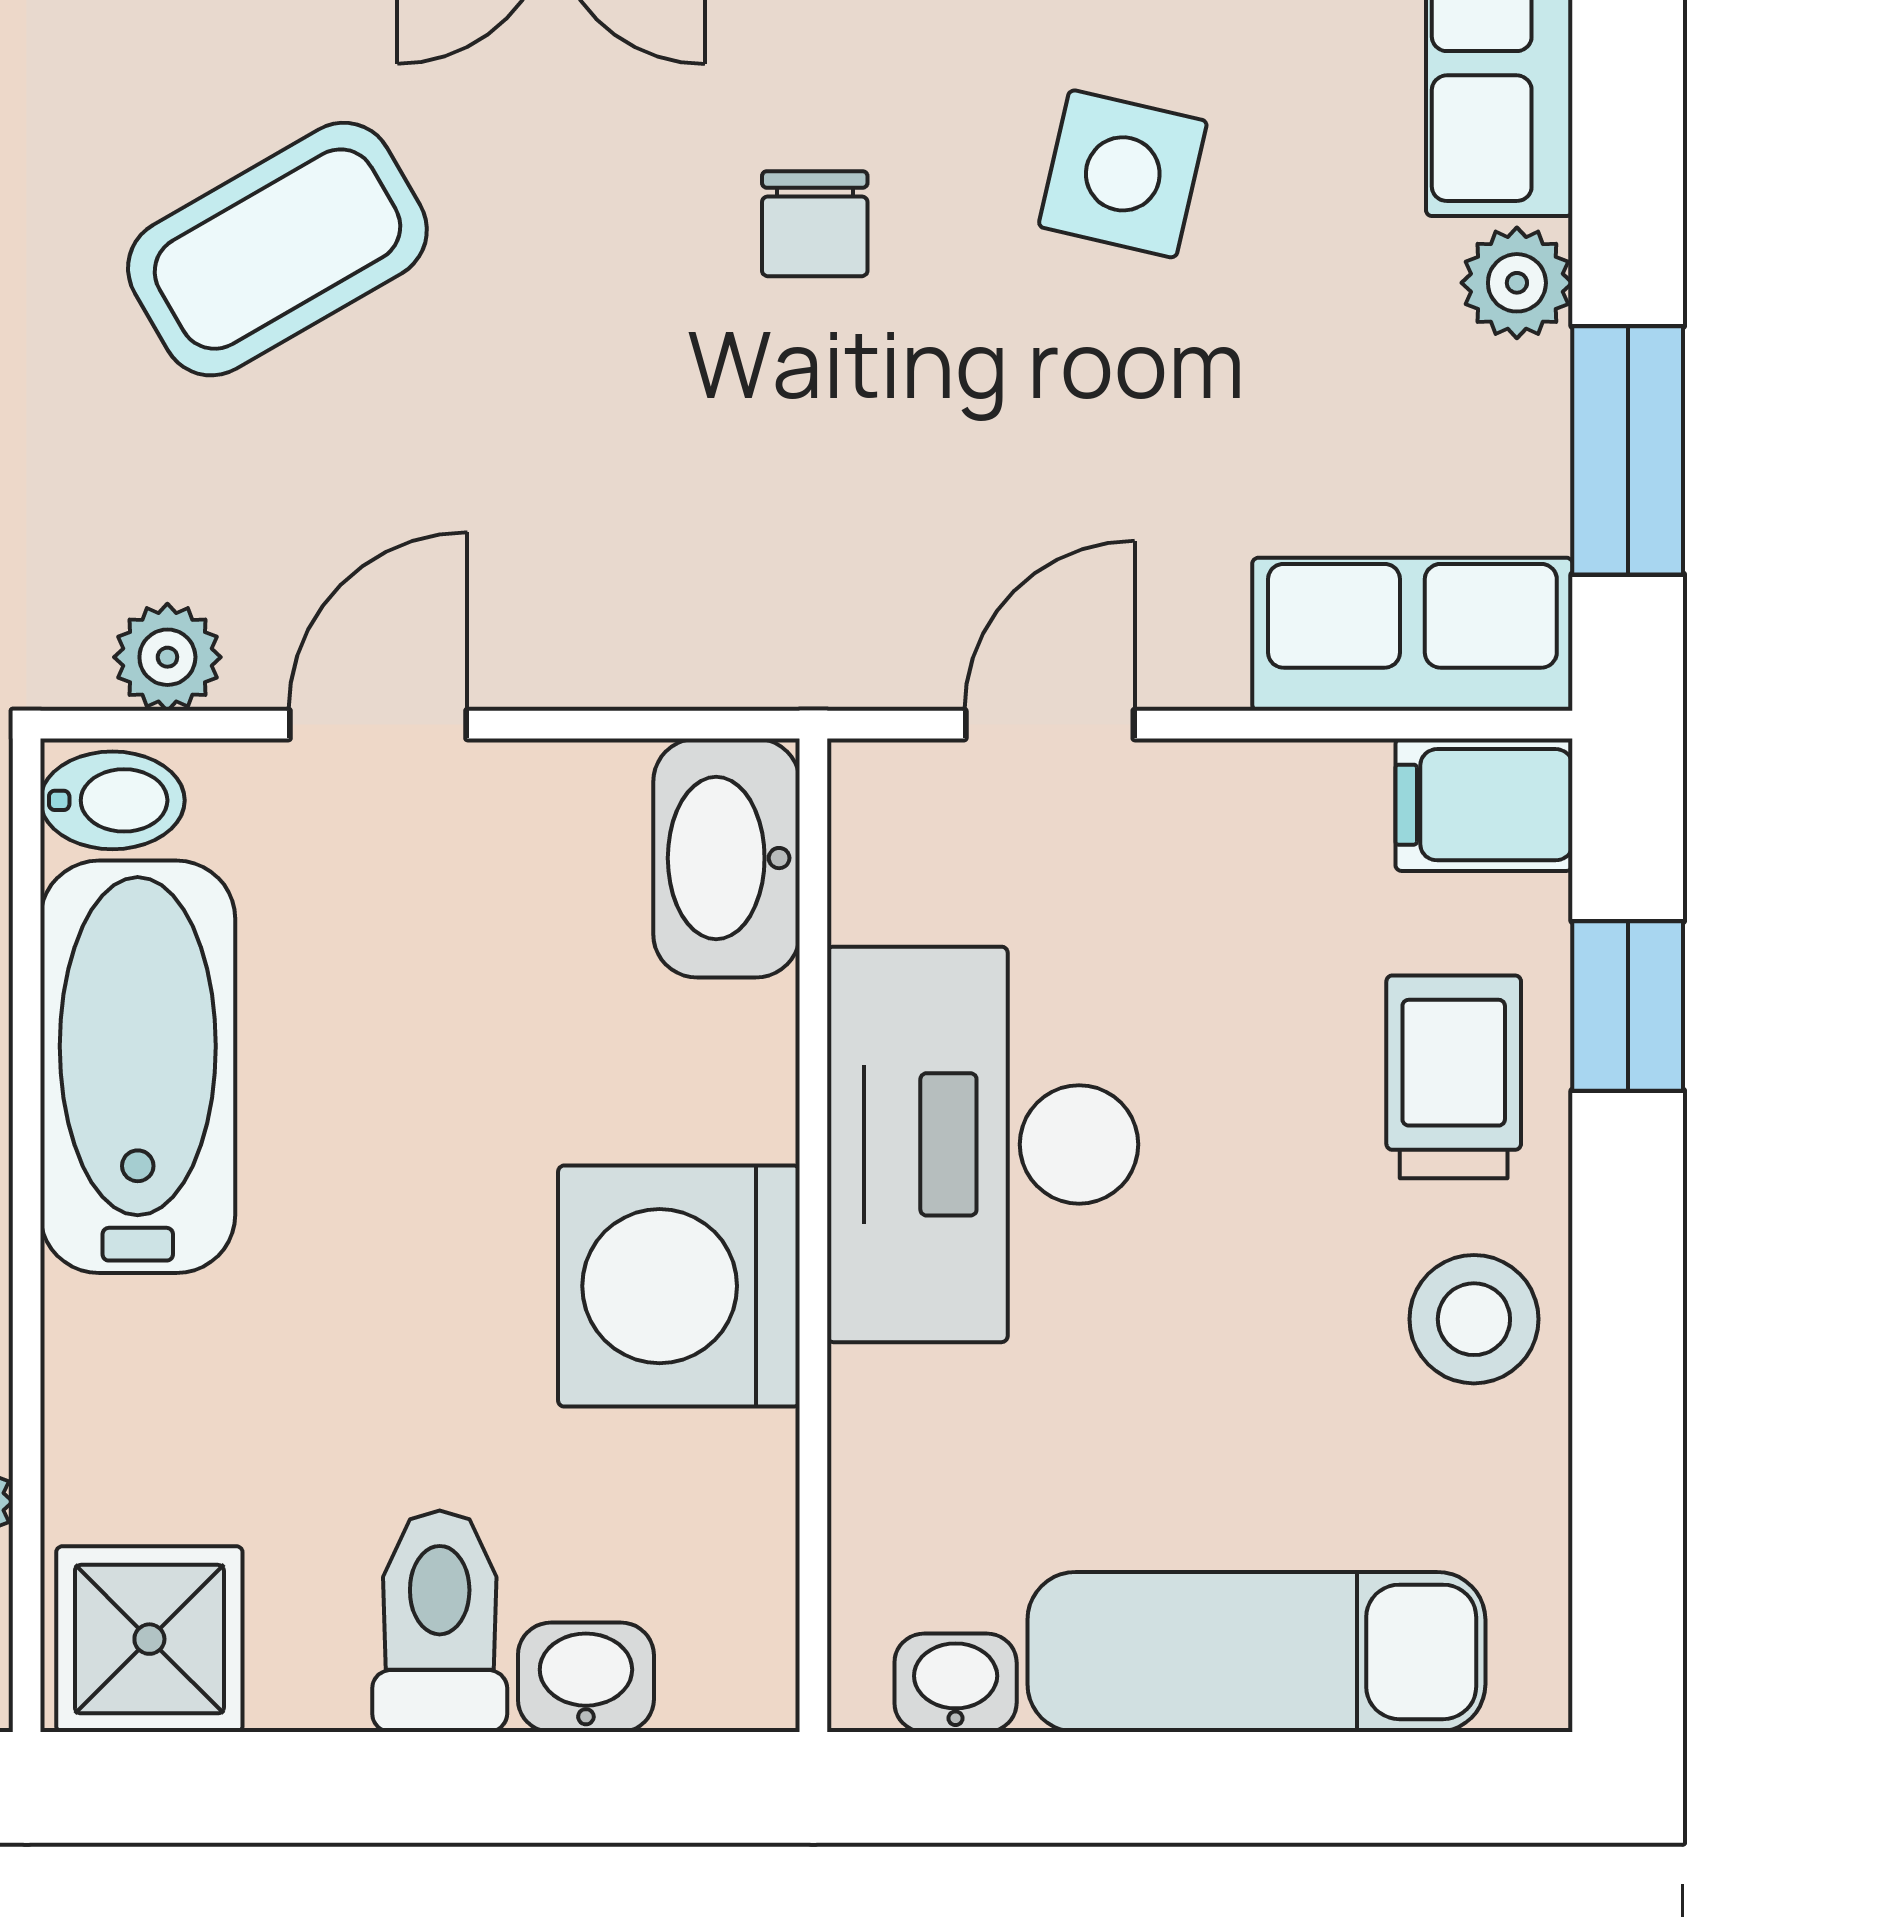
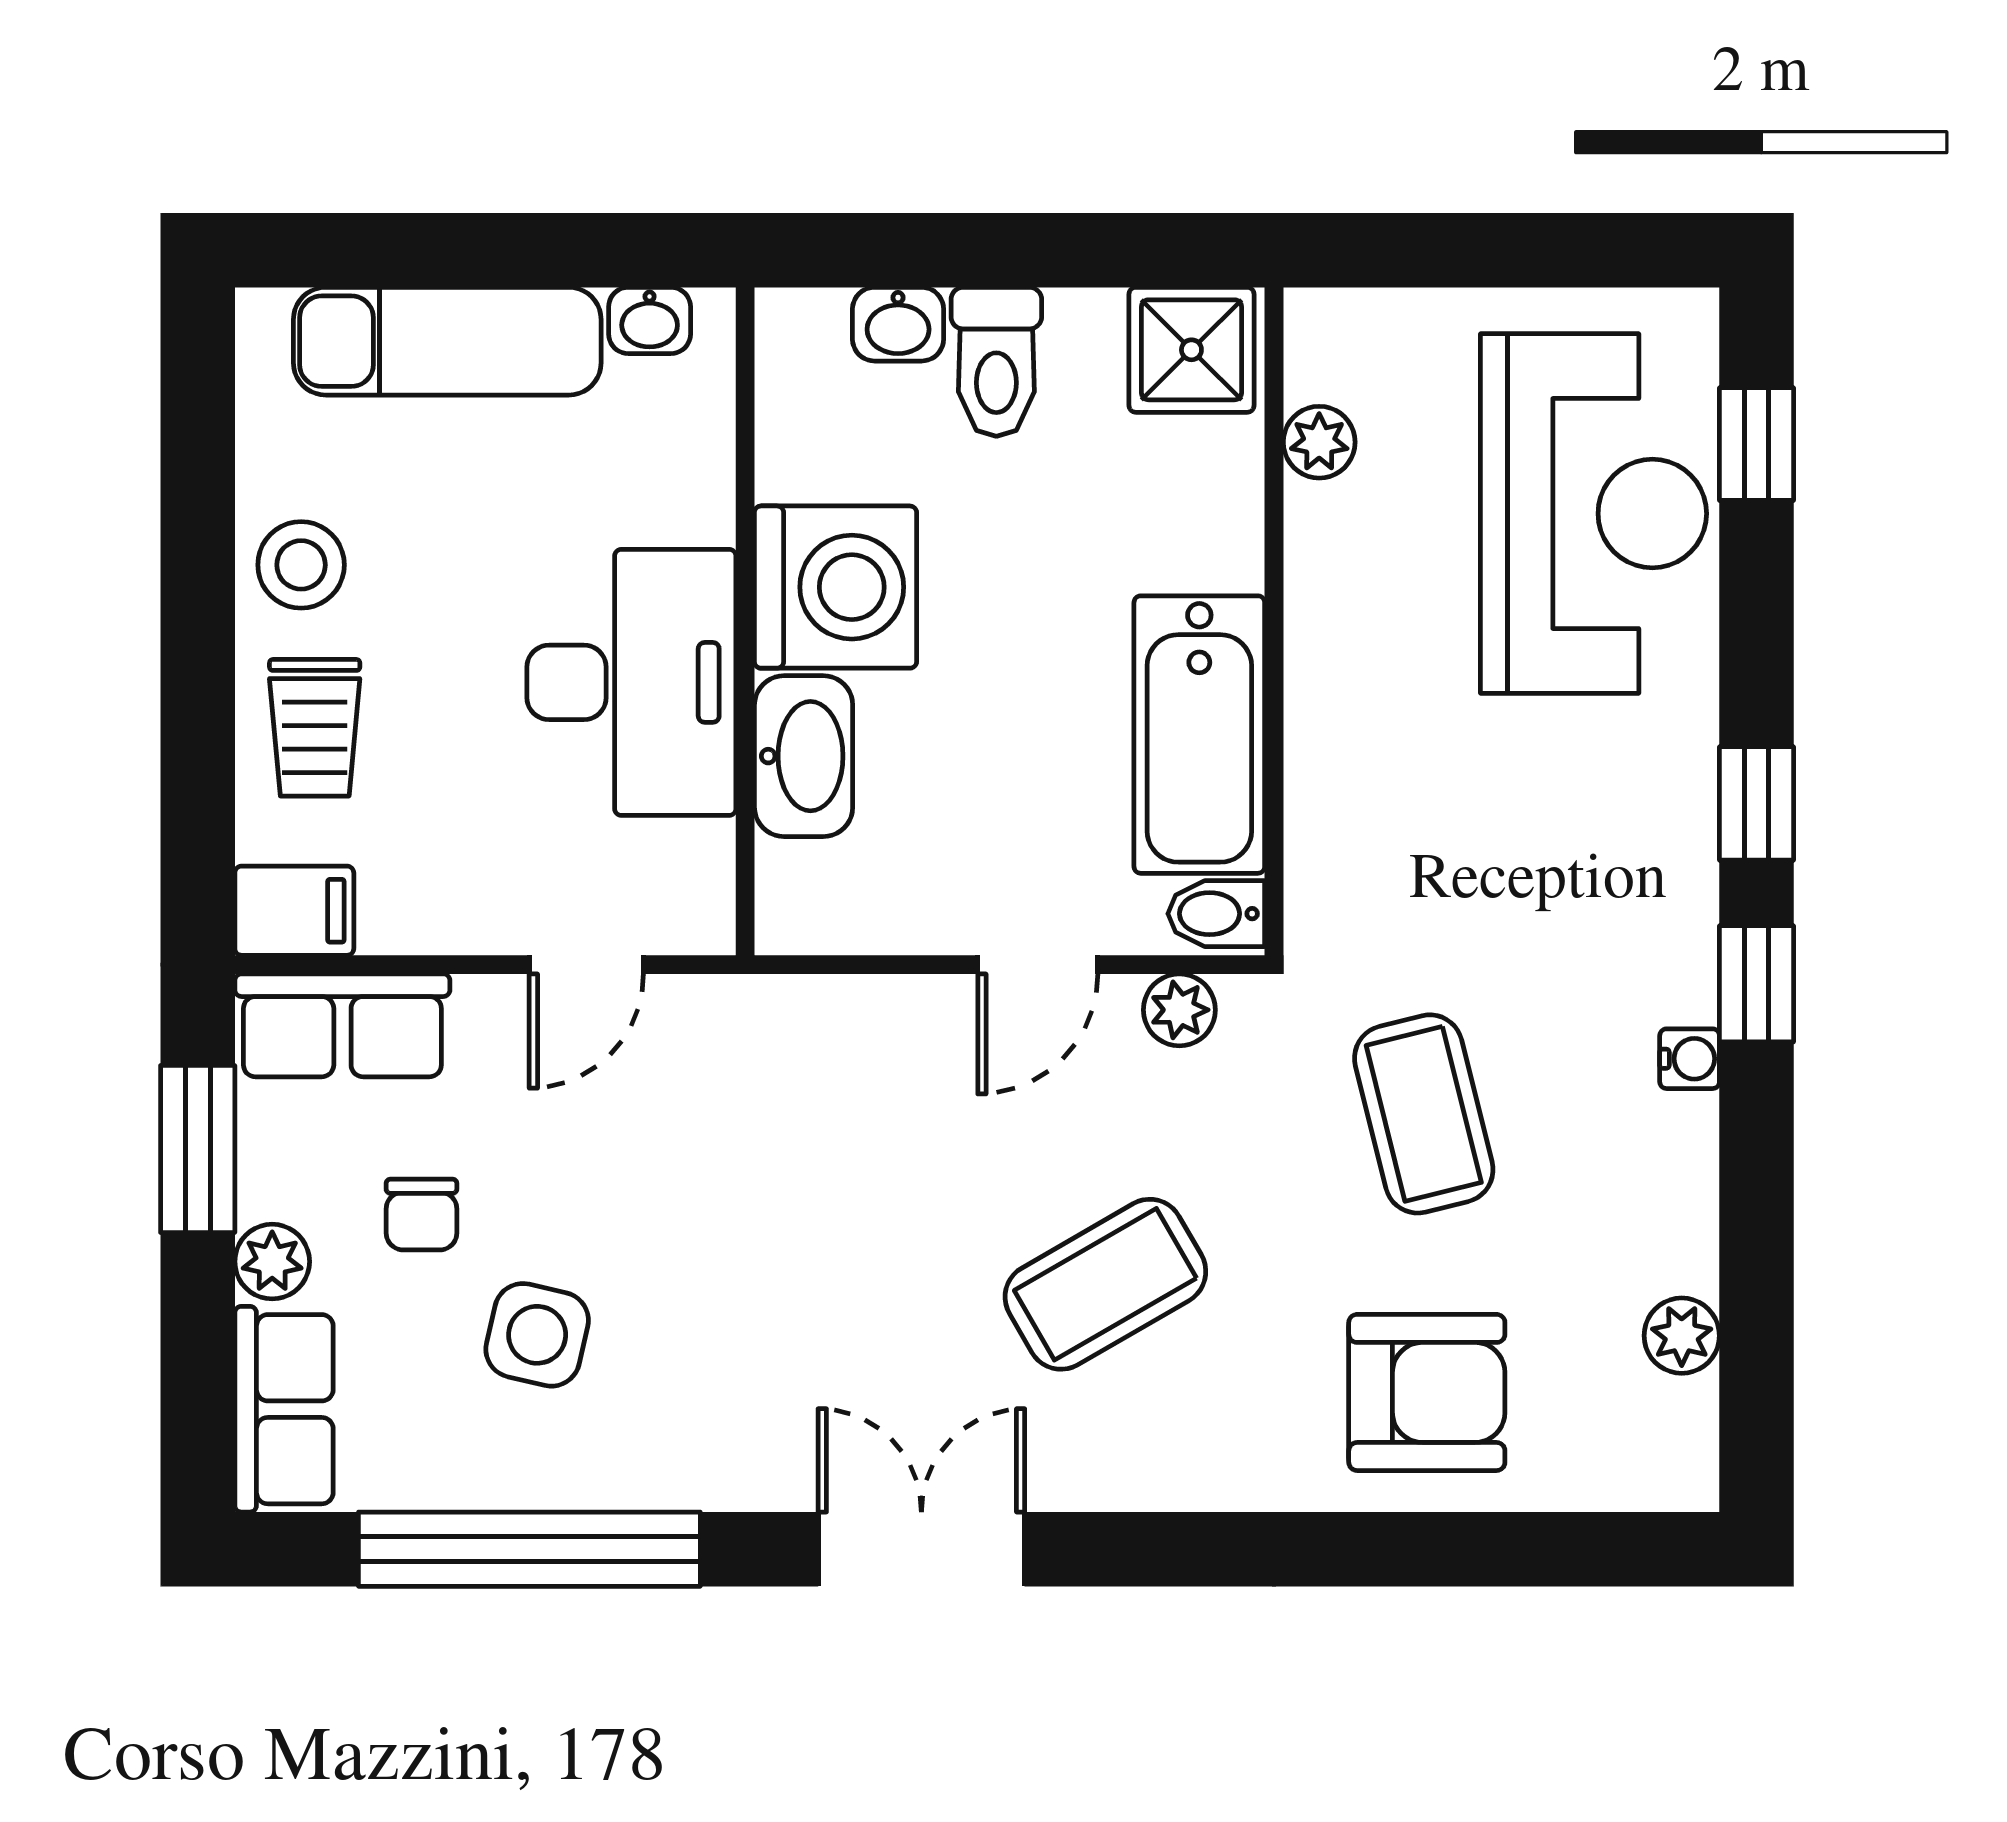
chair: (815, 224) -> (421, 1215), moved, turned 180
washbasin: (726, 858) -> (804, 756), moved
window: (1628, 1006) -> (198, 775), removed

